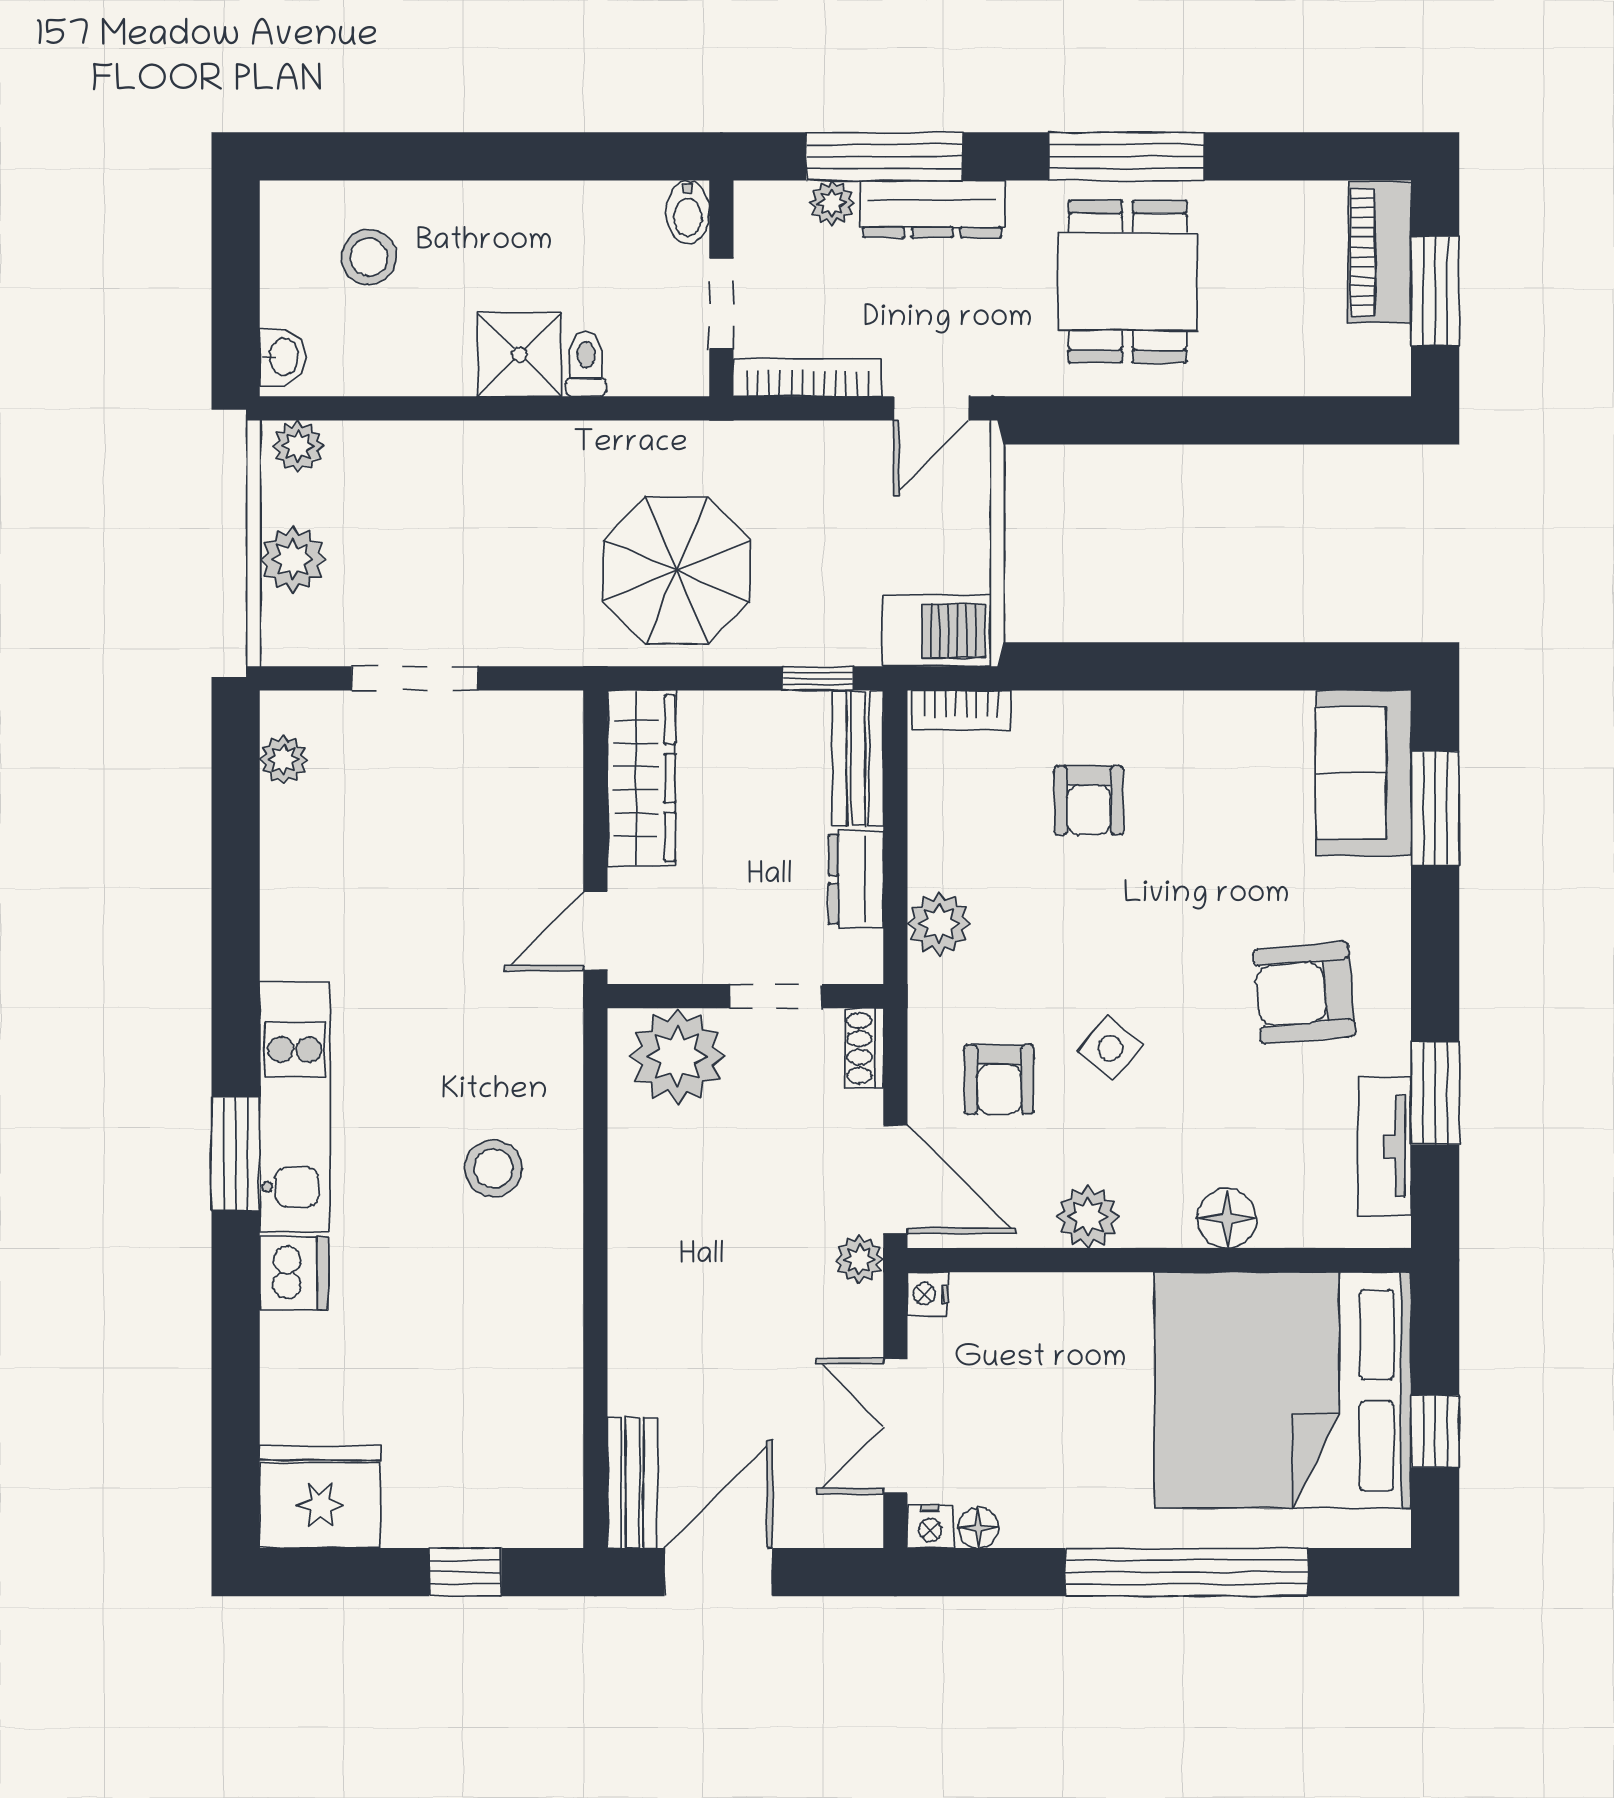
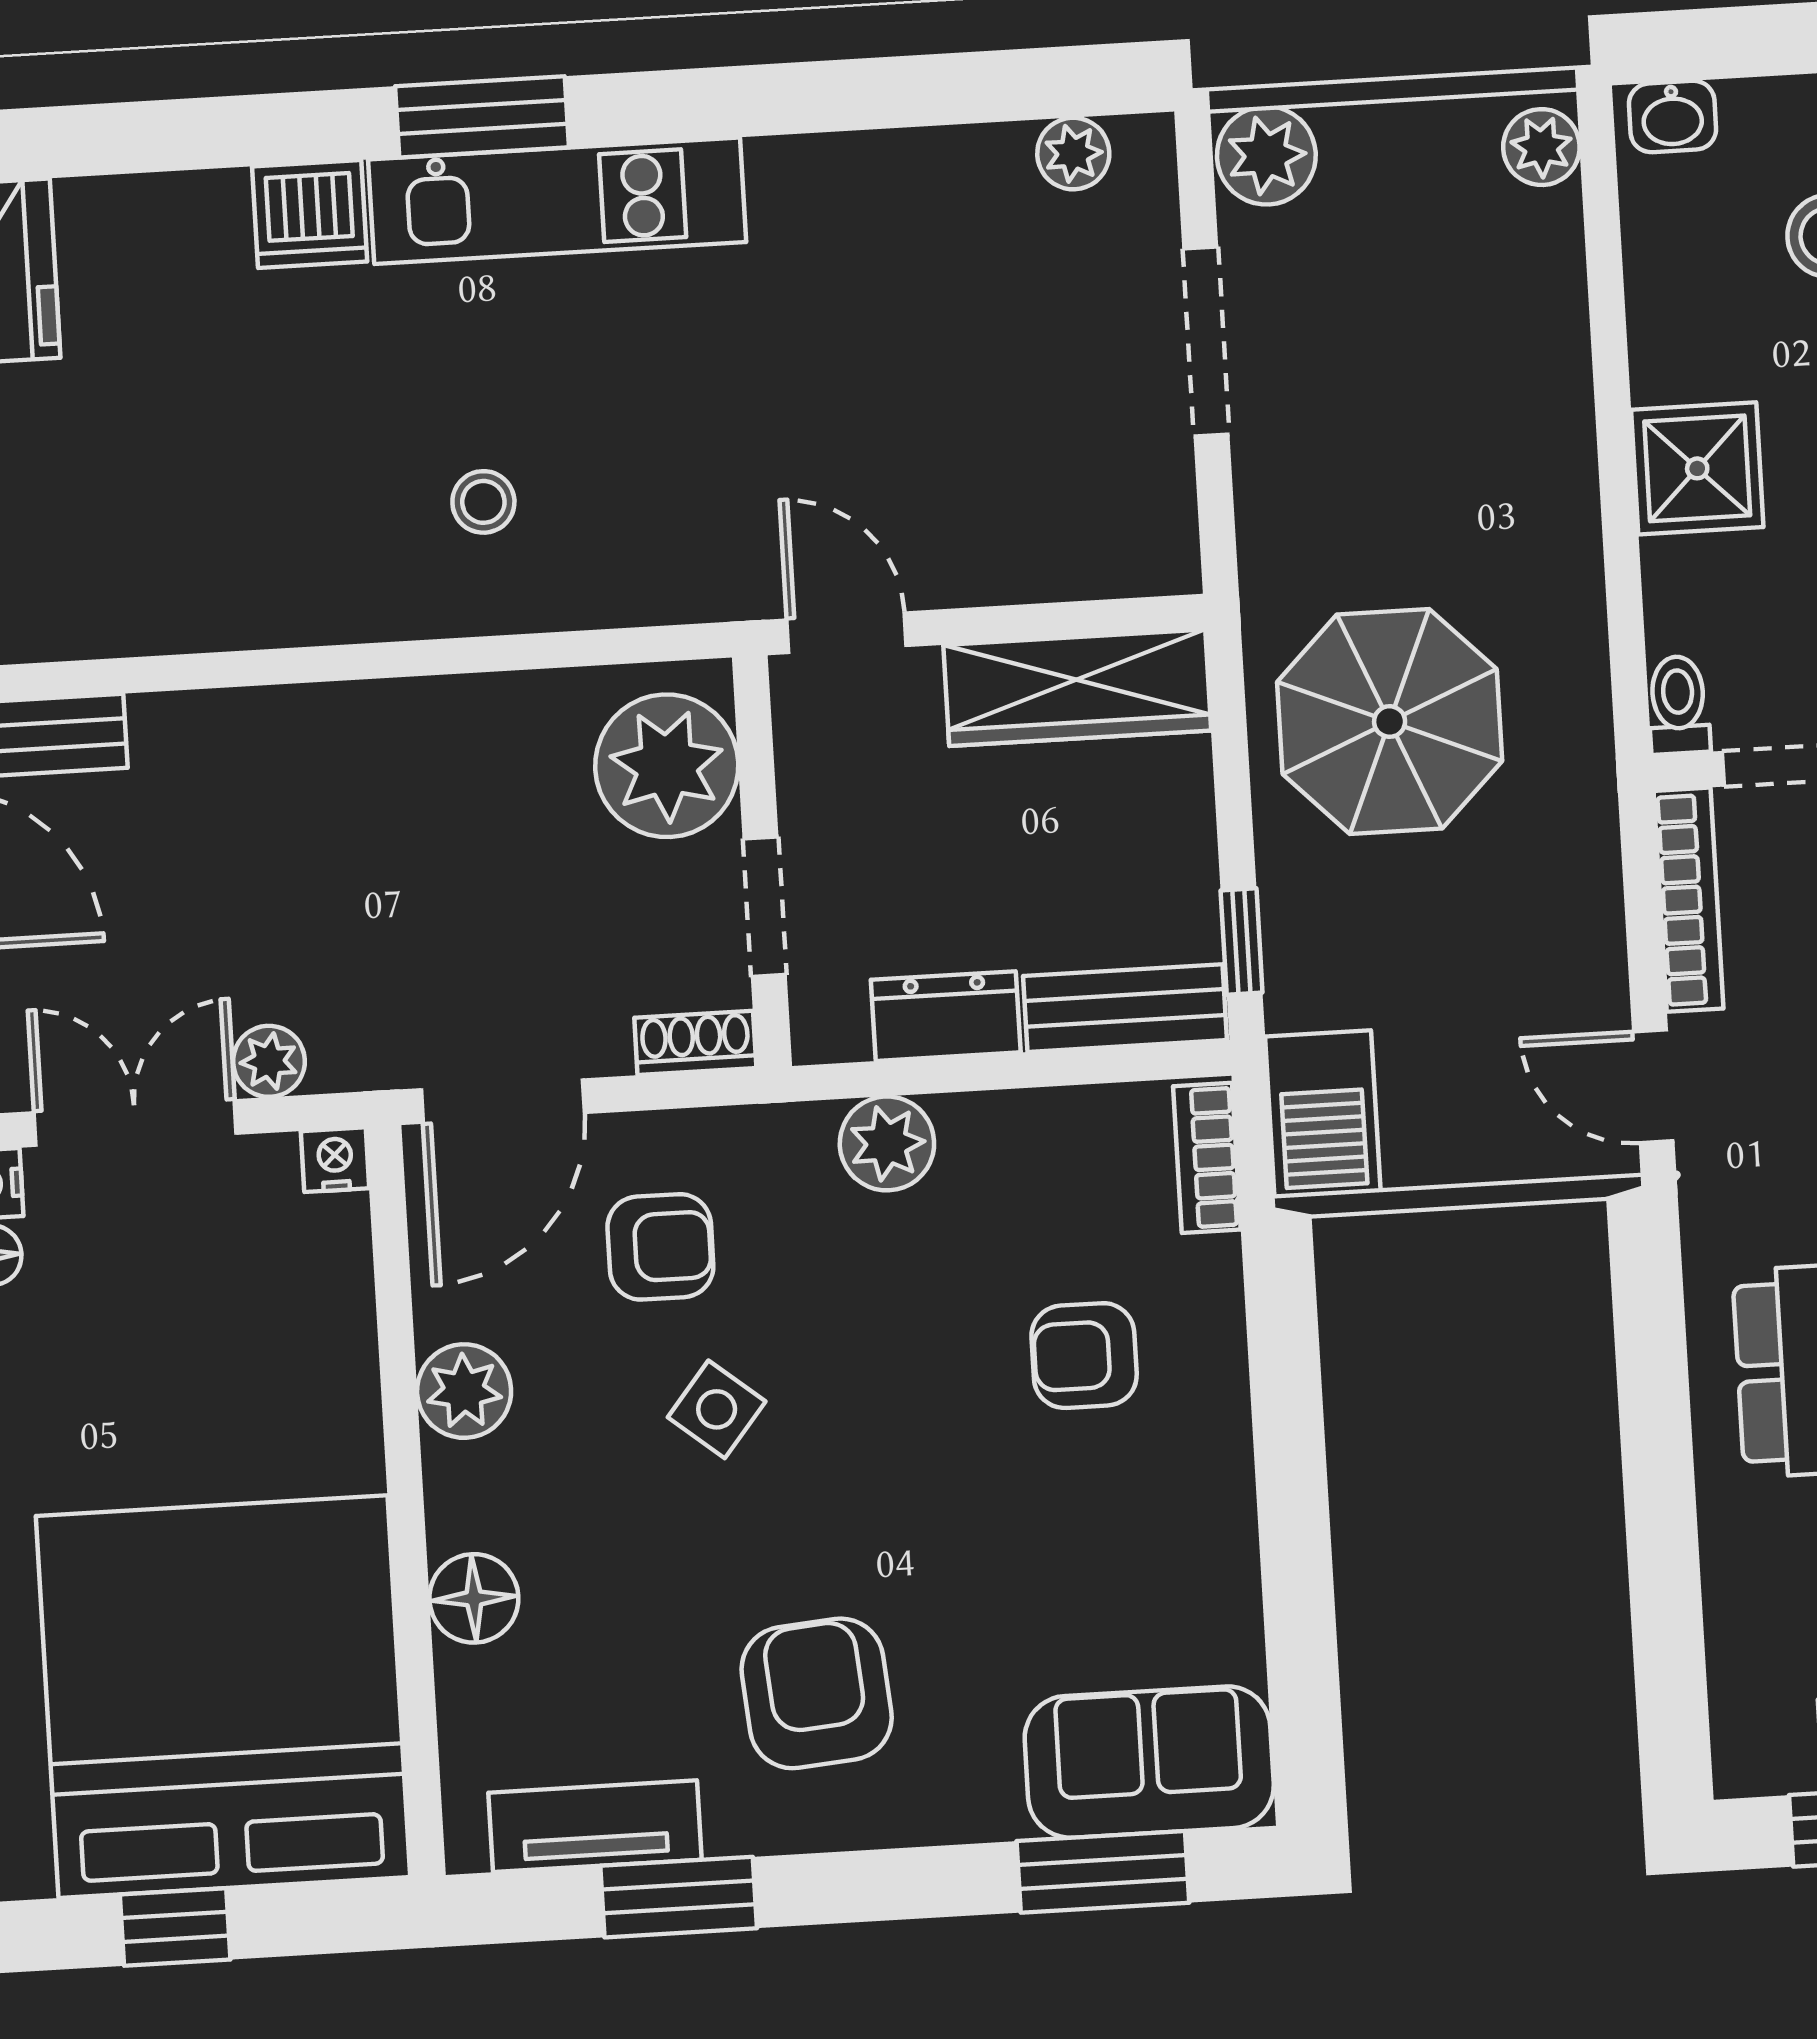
toilet: (586, 364) -> (1678, 705), moved, turned -90
plant: (293, 559) -> (1266, 155), moved
armchair: (999, 1079) -> (660, 1247), turned 180
stool: (493, 1168) -> (483, 502), width x0.73, depth x0.73
plant: (859, 1259) -> (269, 1061), moved

